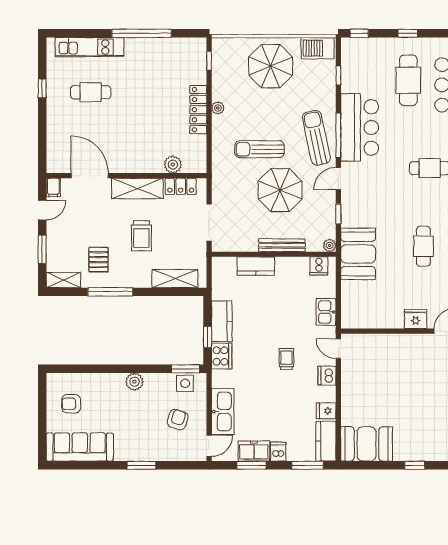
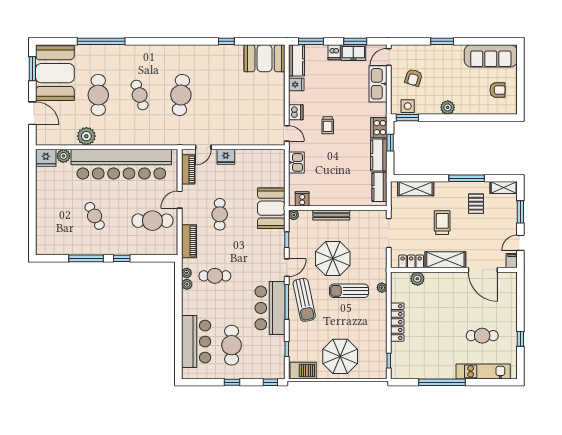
plant: (218, 108) -> (382, 288), moved
sun lounger: (259, 149) -> (349, 291), turned 180
kitchen counter: (256, 266) -> (379, 187), moved, turned -90

